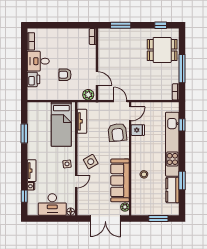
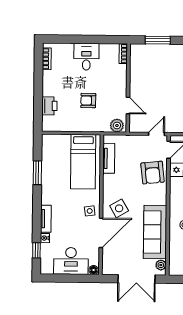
desk: (38, 61) -> (86, 57), moved, turned 90
door: (120, 101) -> (156, 134), hinge flipped
door: (76, 181) -> (101, 233), width x1.88

